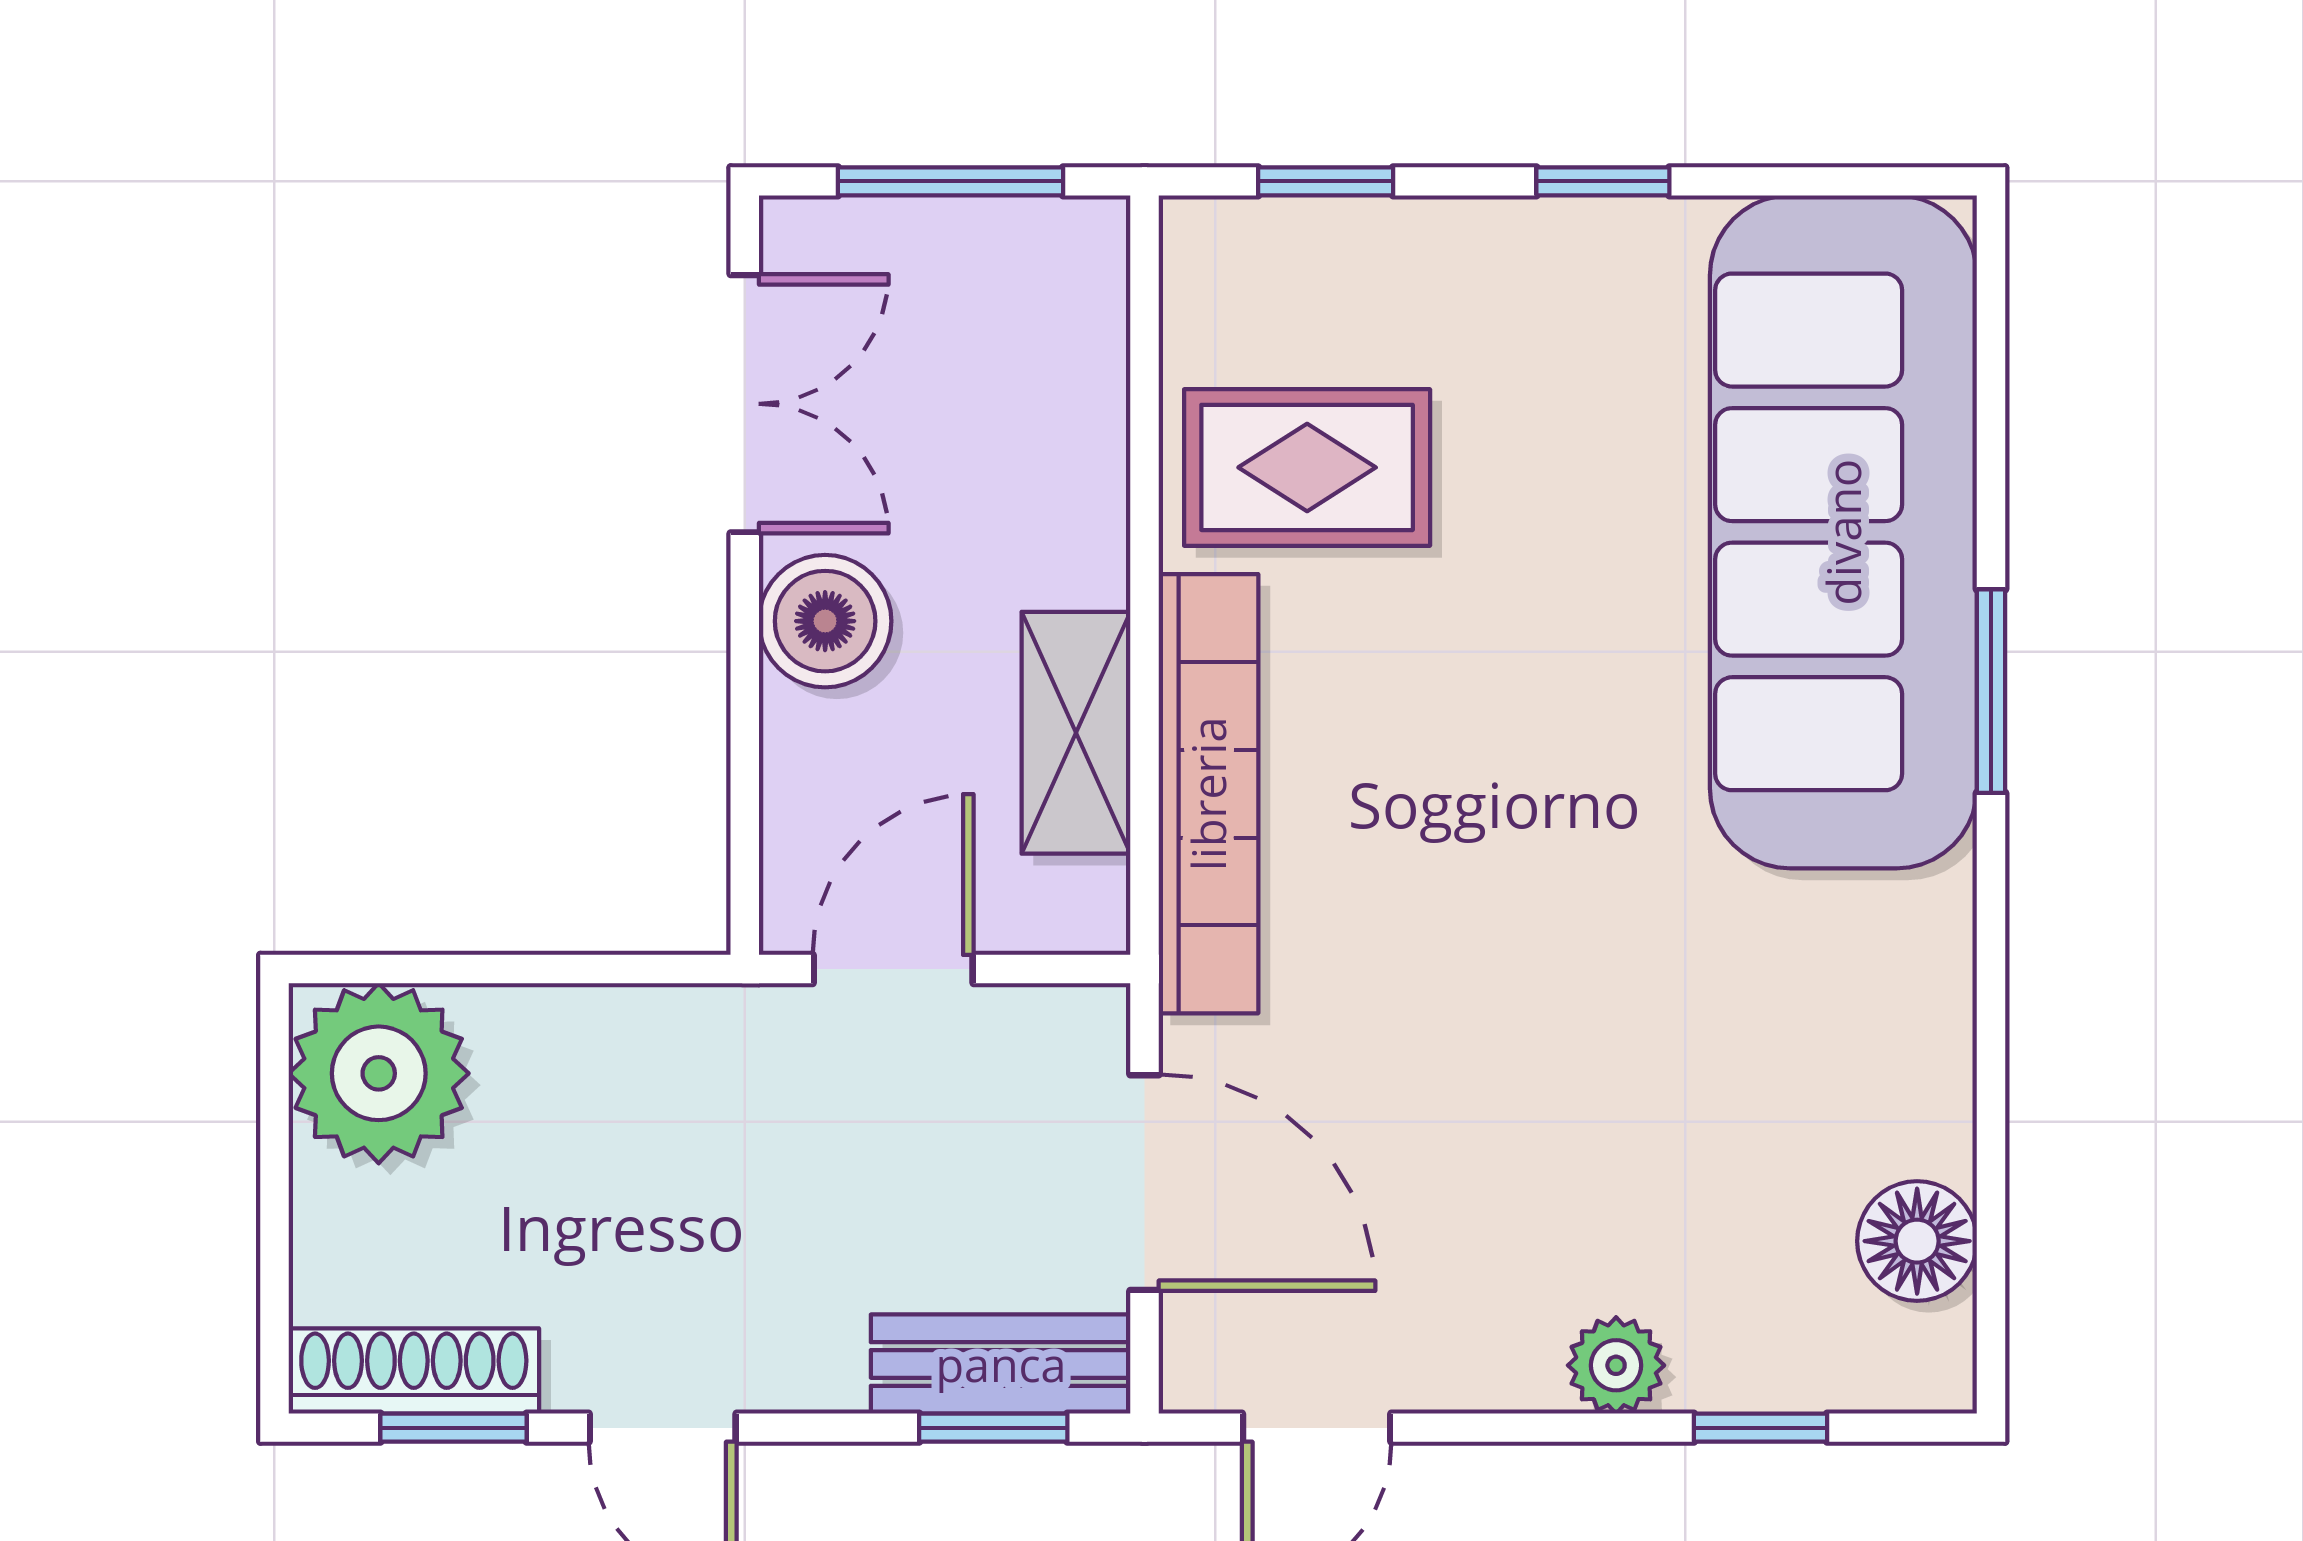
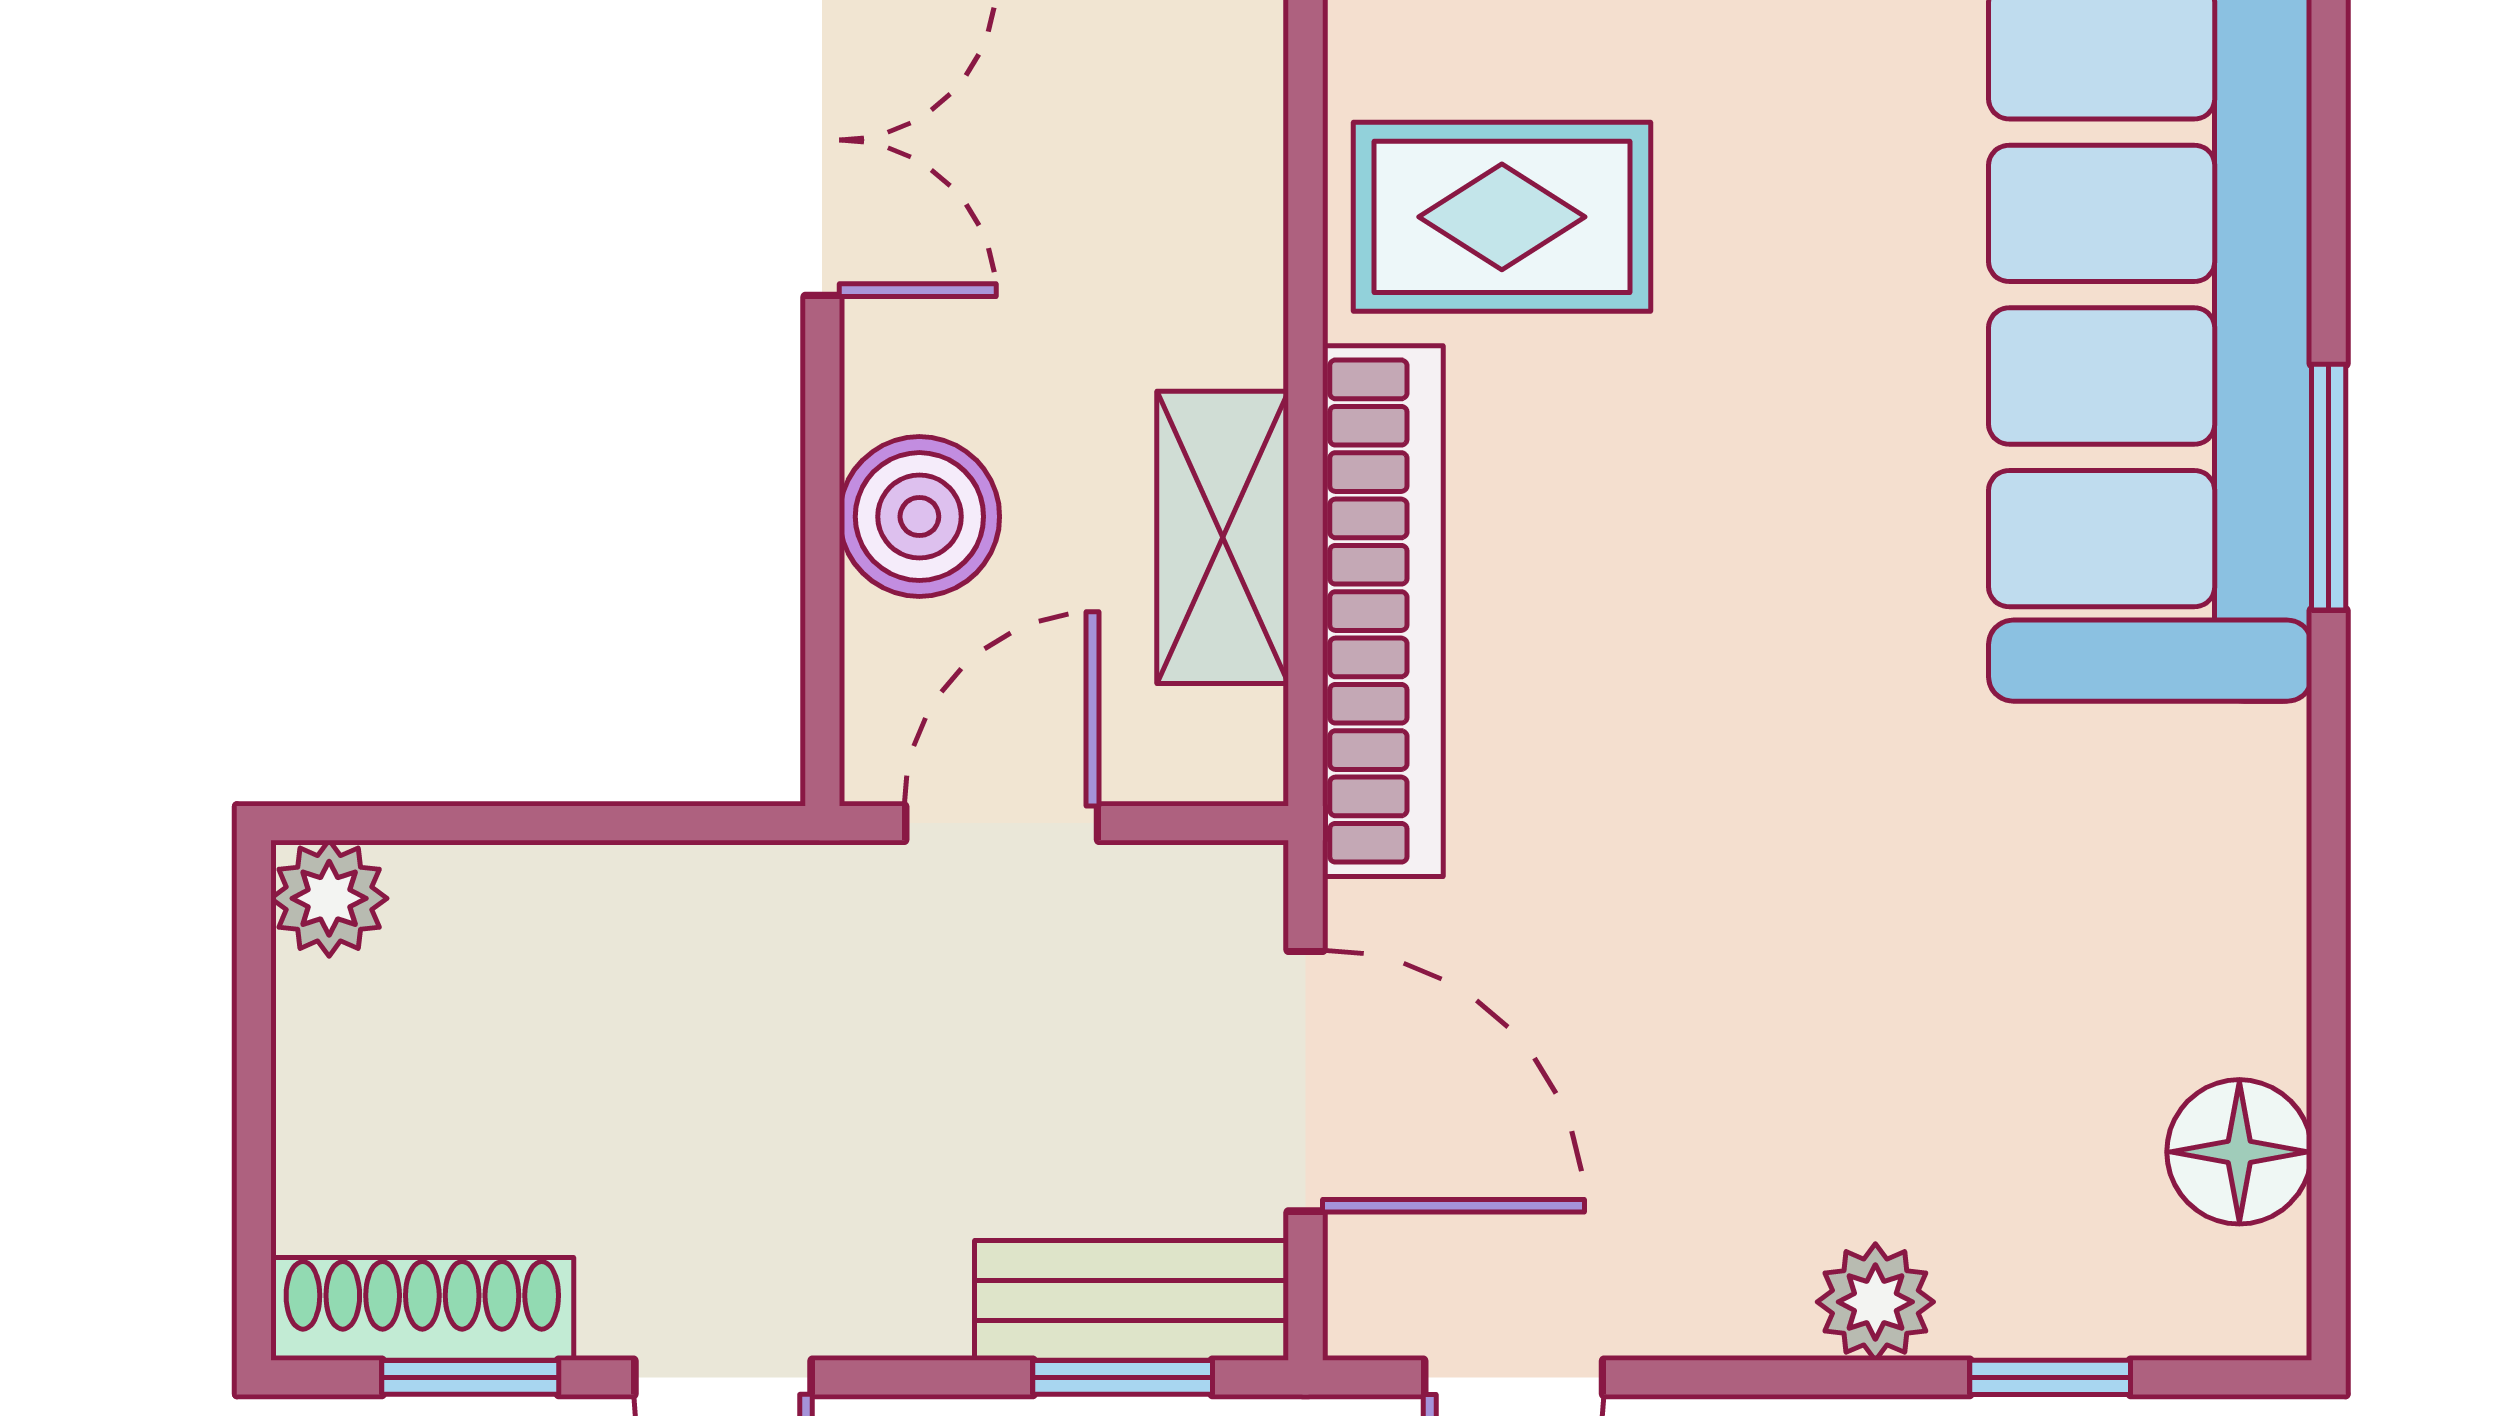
boiler: (825, 621) -> (919, 517), moved
plant: (379, 1073) -> (329, 898), width x0.53, depth x0.53

